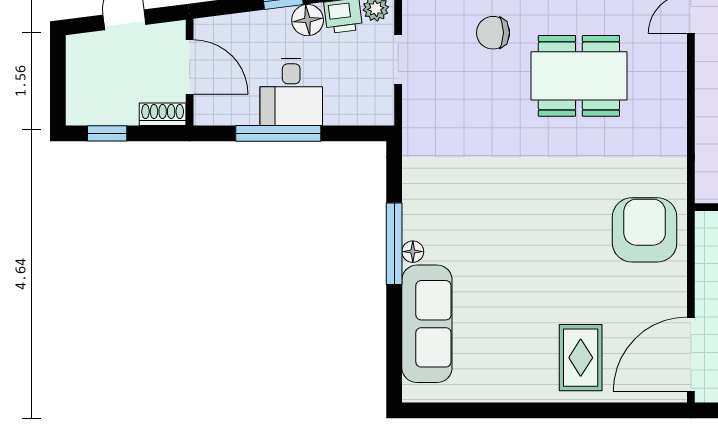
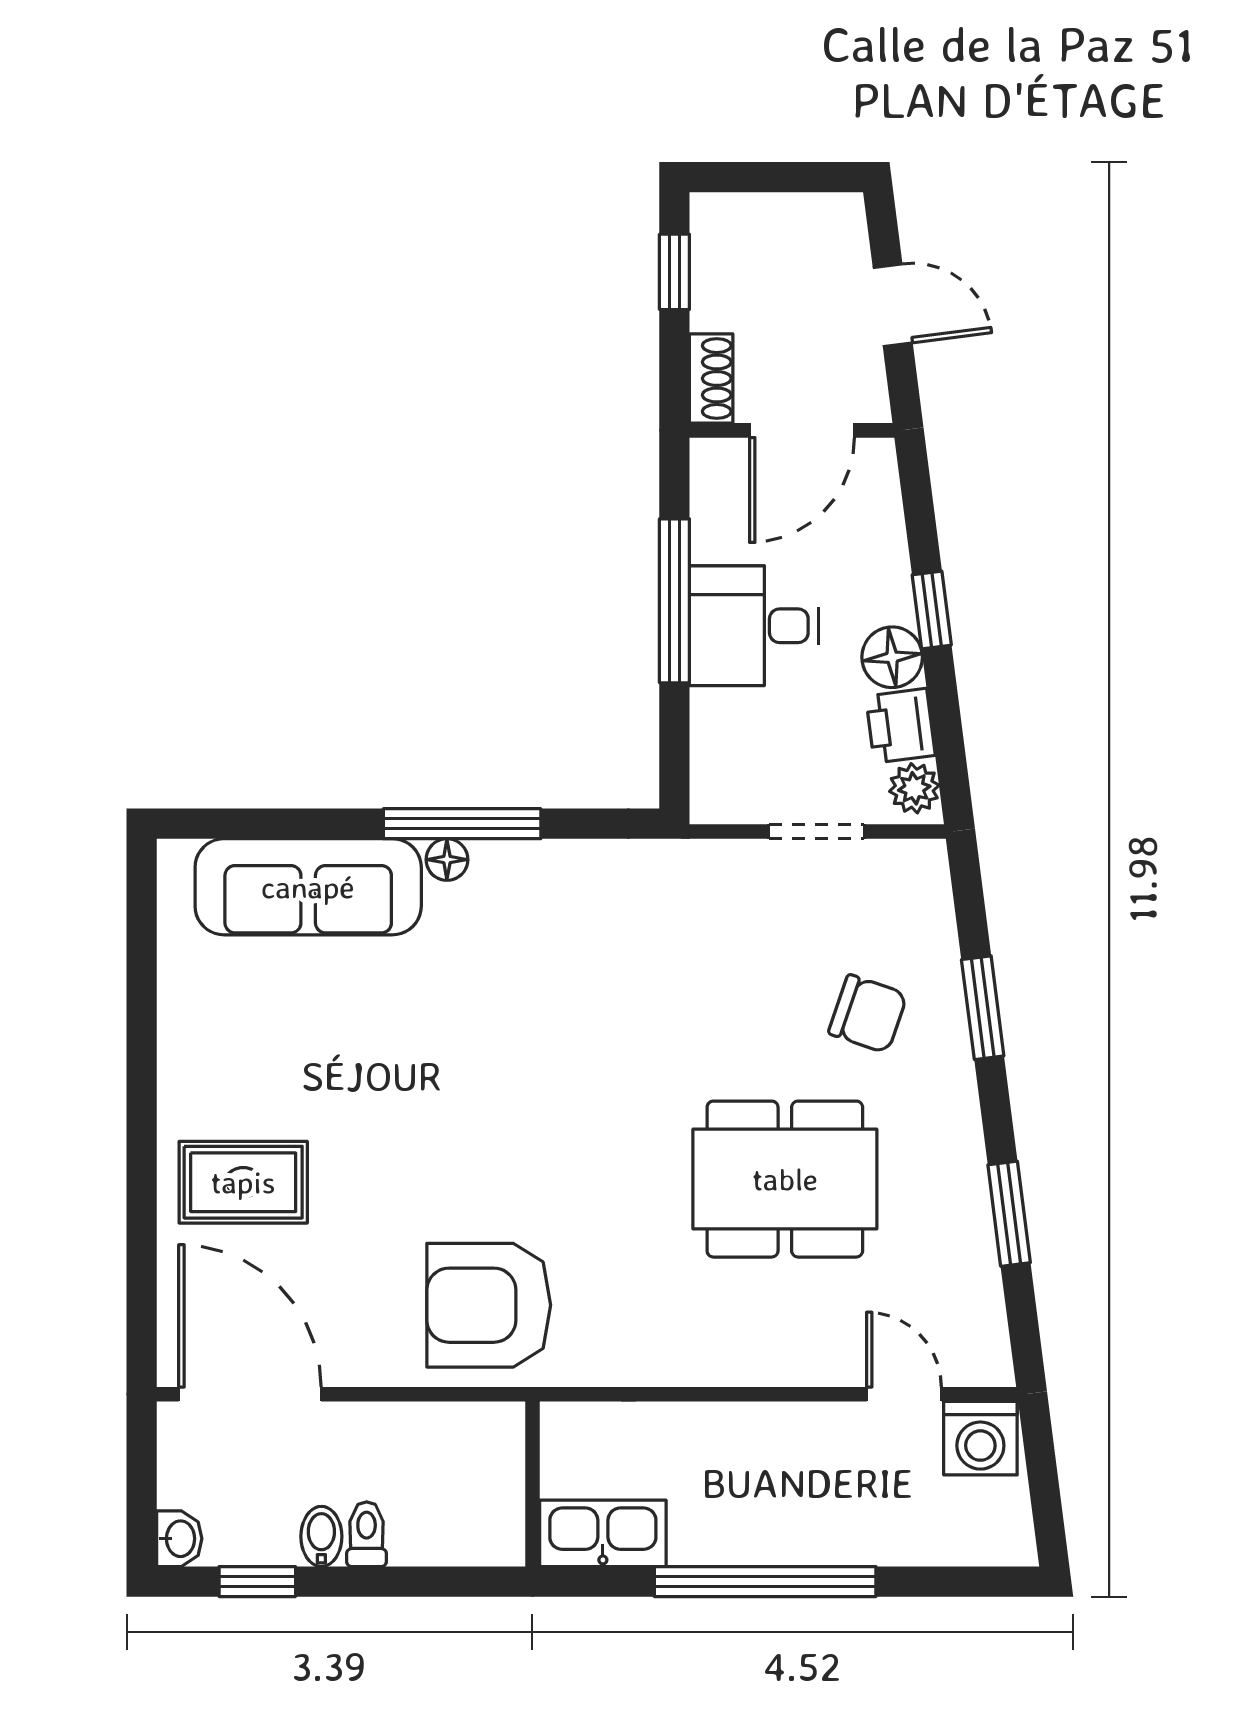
chair: (493, 33) -> (868, 1014), turned 109
dining table: (579, 76) -> (785, 1179), turned 90
armchair: (645, 230) -> (489, 1305), turned 180

